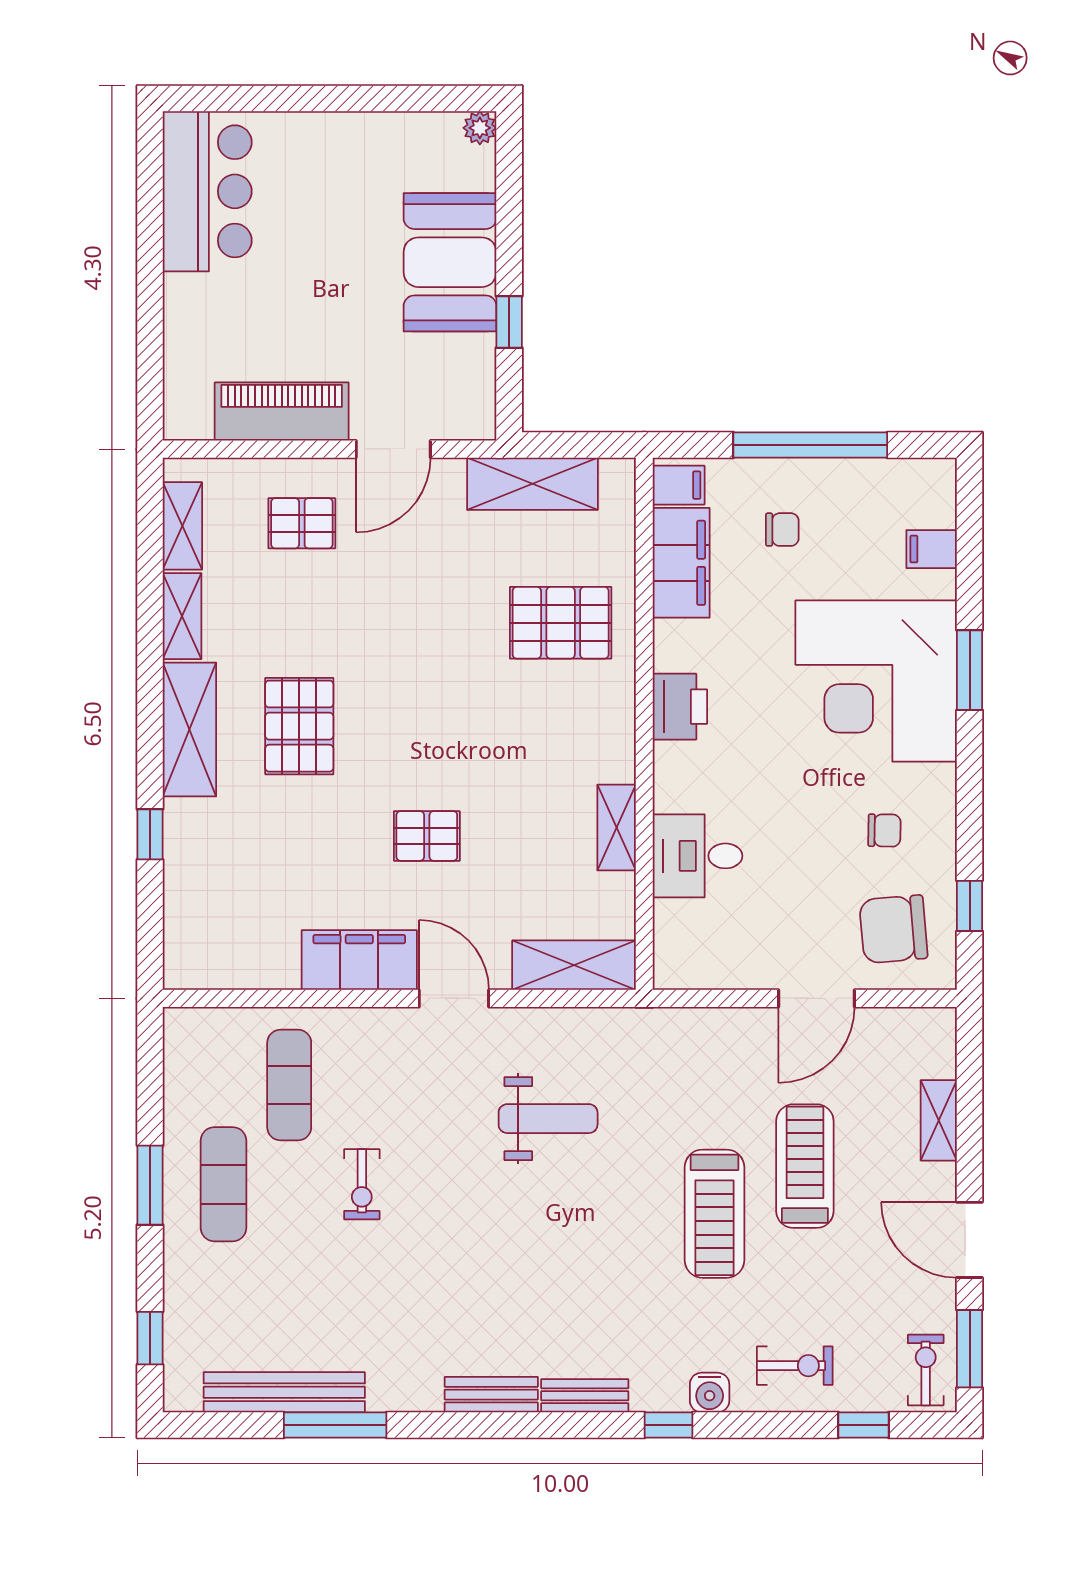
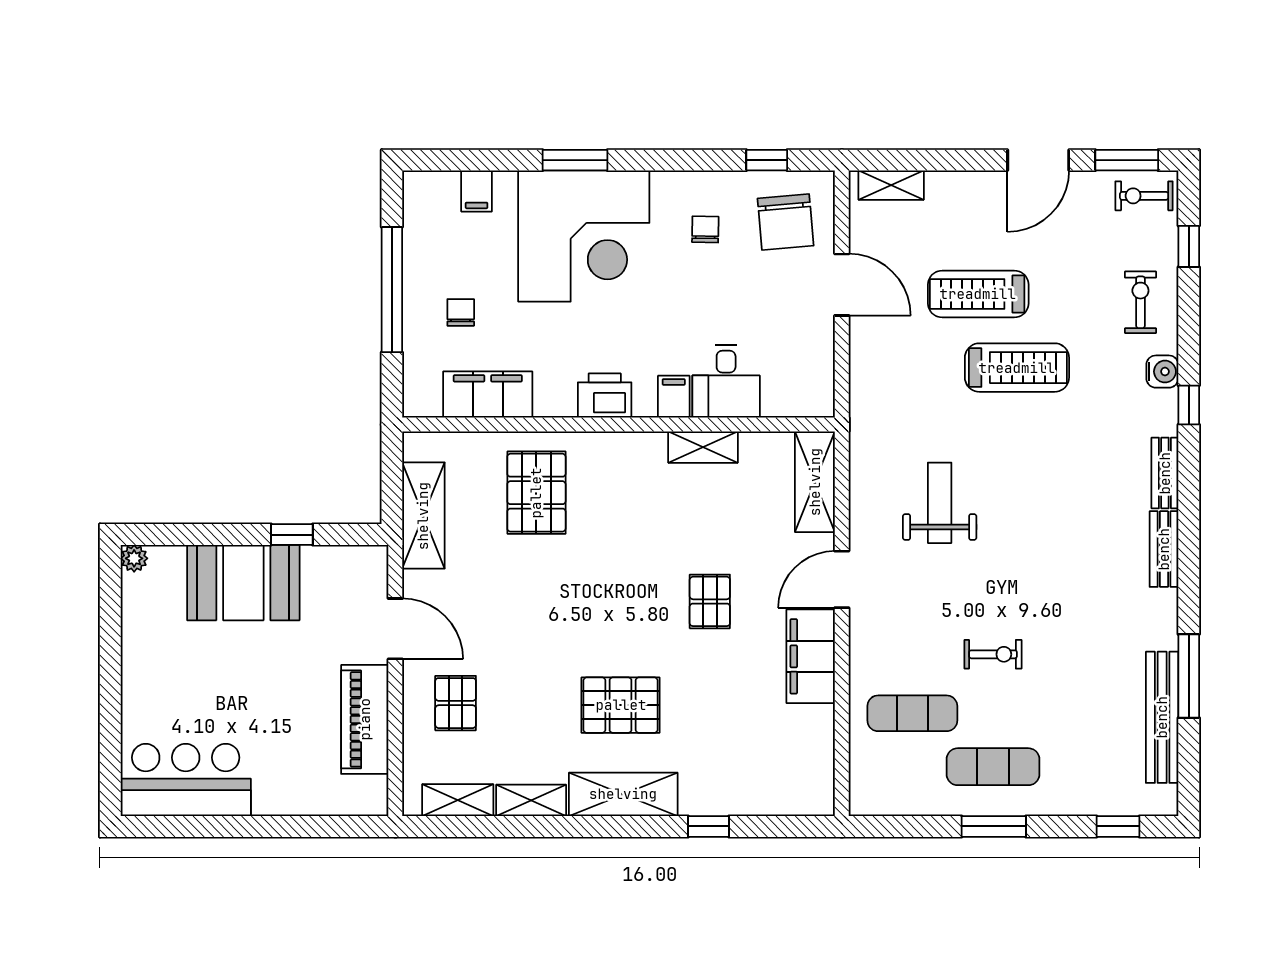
filing cabinet: (679, 485) -> (674, 397), moved
shelving: (939, 1120) -> (891, 185), moved

